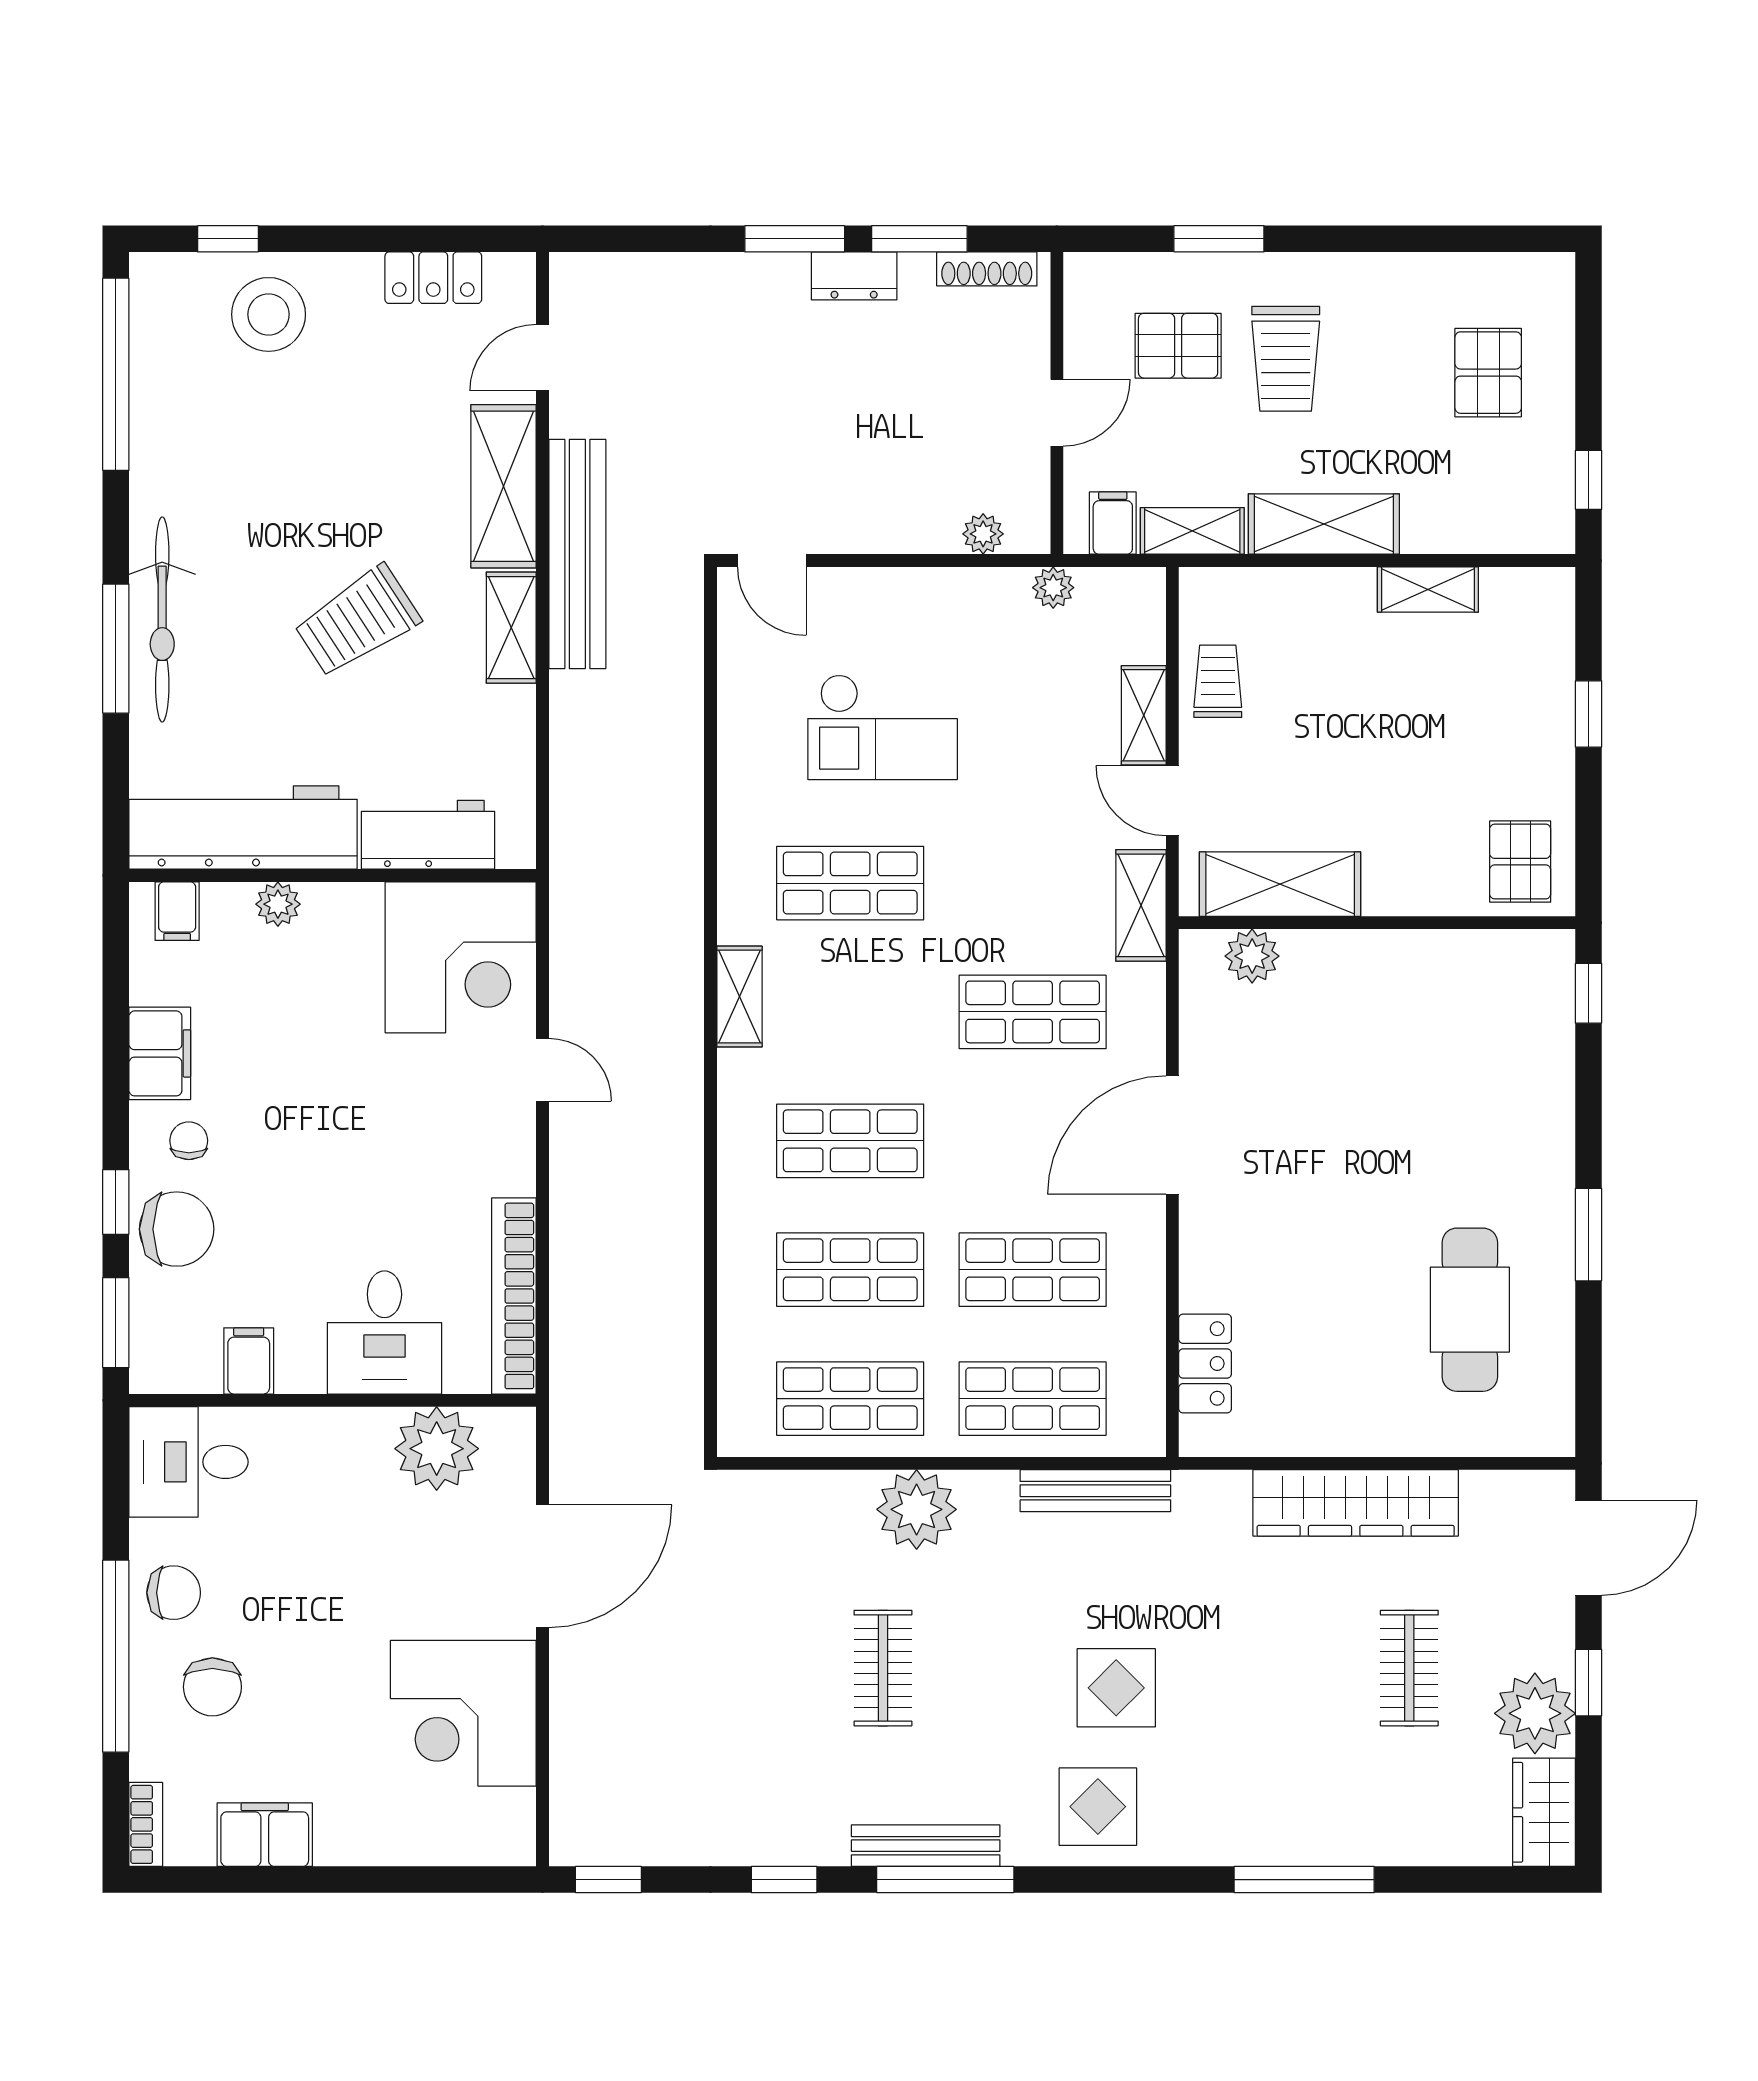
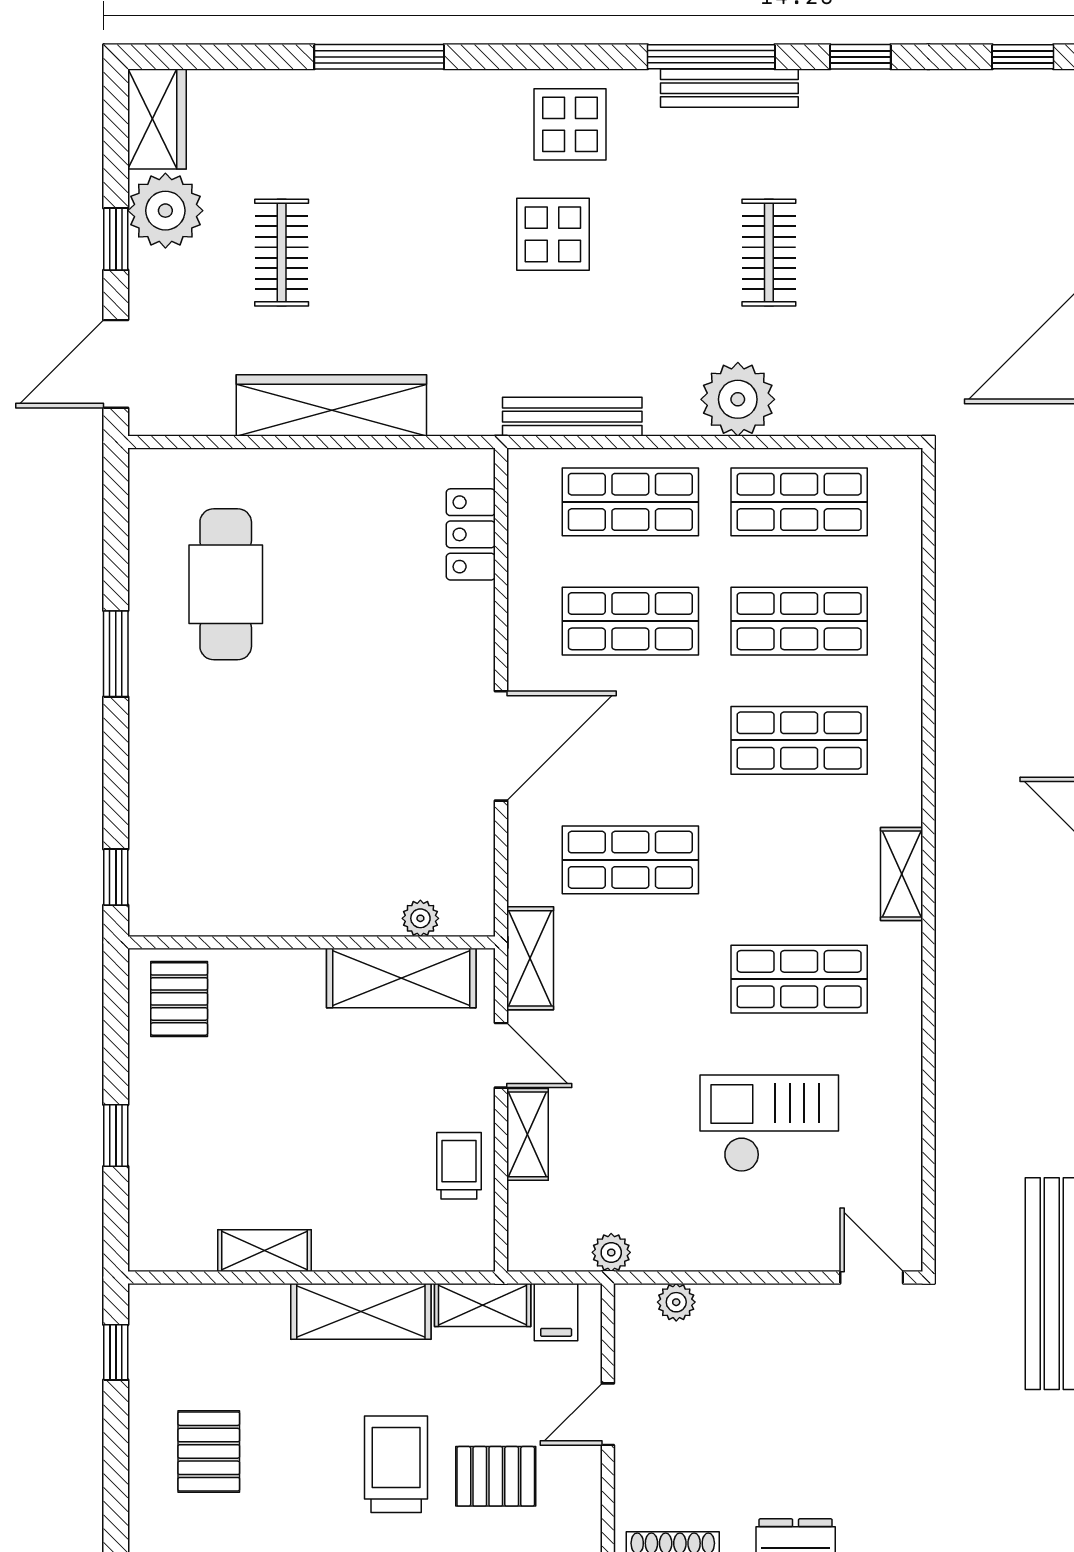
trolley: (1218, 681) -> (459, 1166), turned 180
plant: (1252, 956) -> (420, 918), width x0.73, depth x0.73

